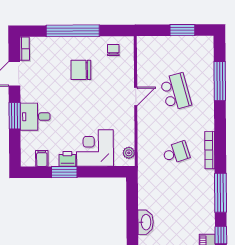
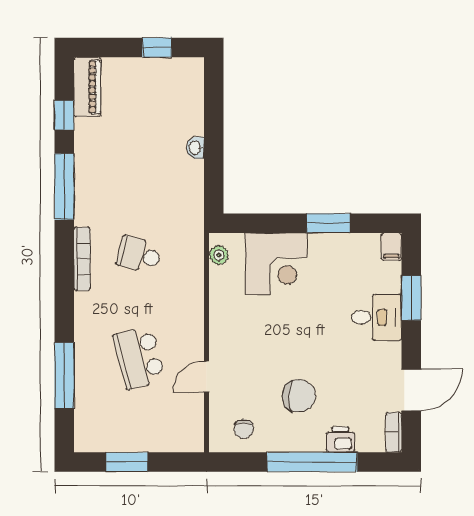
door: (136, 96) -> (206, 377), moved
window: (15, 116) -> (411, 298), moved
school desk: (176, 153) -> (139, 255), turned 33
filing cabinet: (42, 158) -> (391, 247), moved
printer: (67, 159) -> (340, 440), moved, turned 180
washbasin: (146, 222) -> (195, 148), width x0.52, depth x0.69

